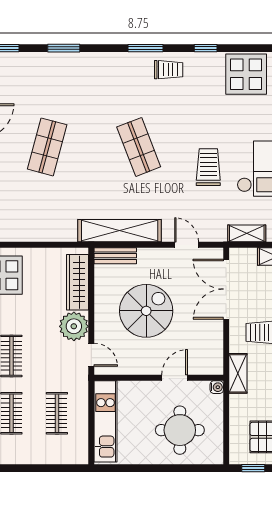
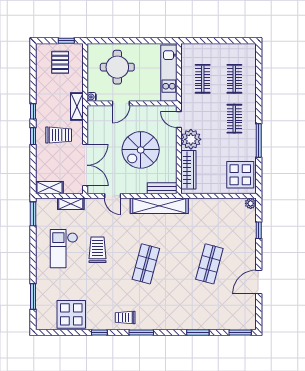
shop shelf: (139, 147) -> (146, 264), turned 36
trolley: (208, 167) -> (97, 250), turned 180

